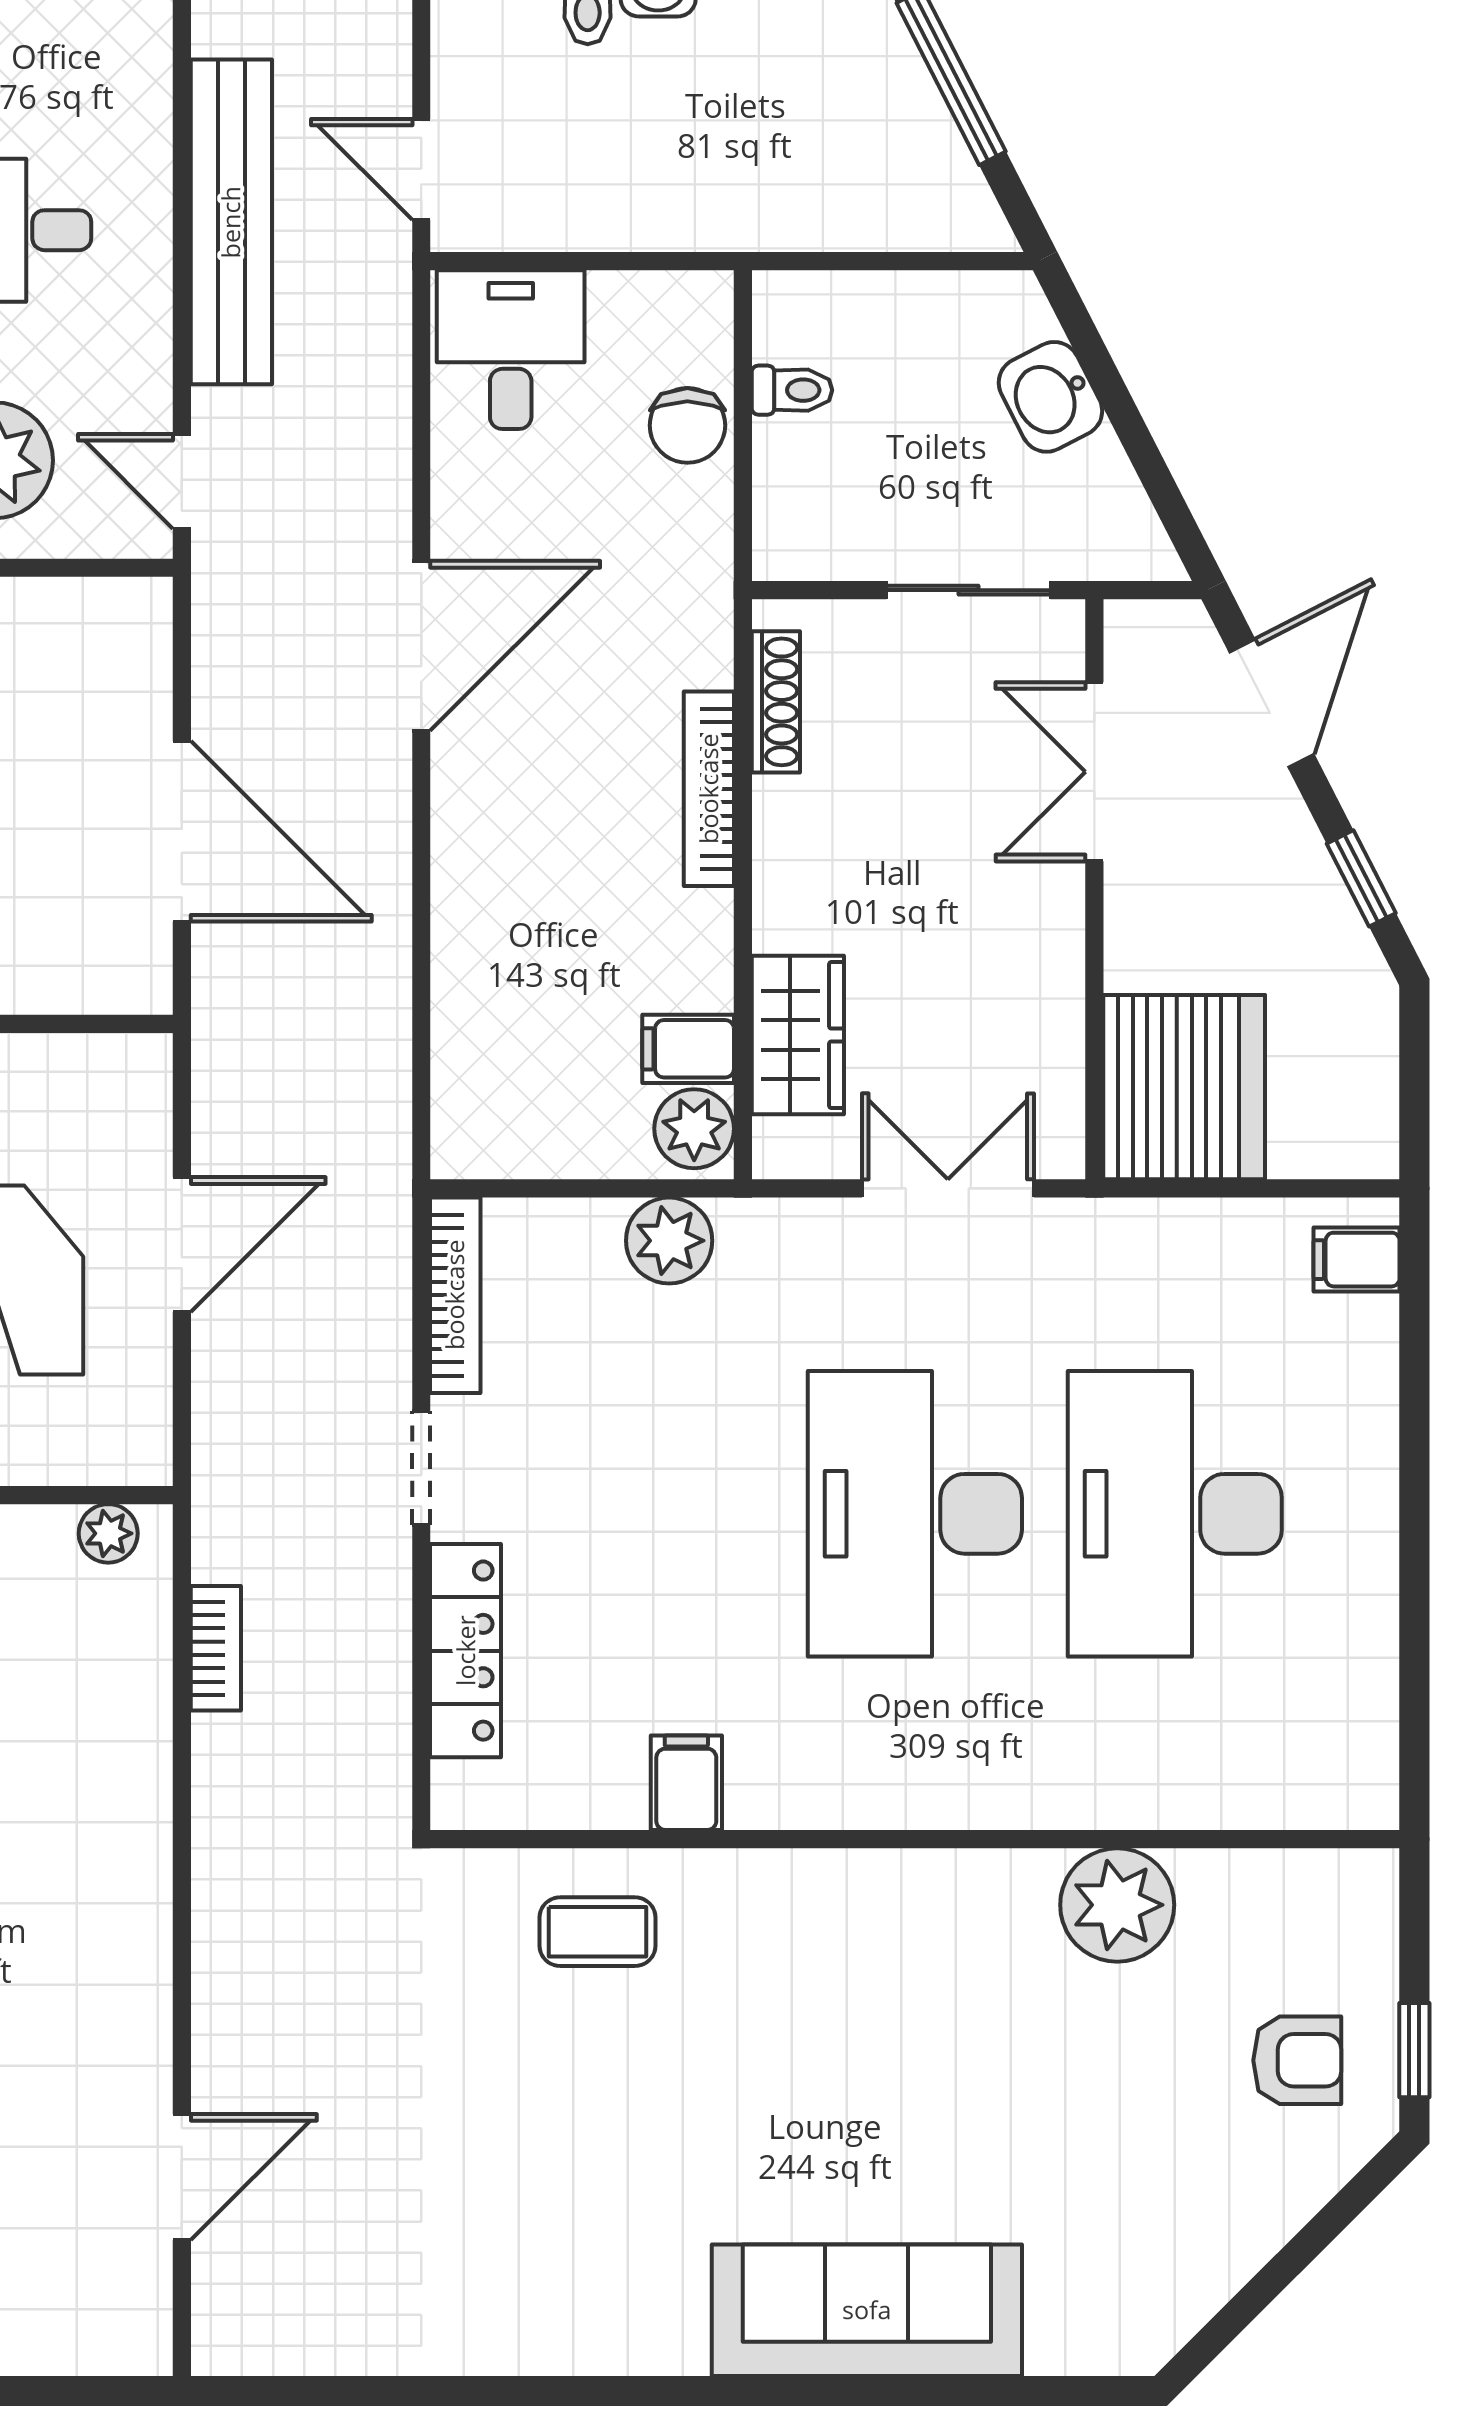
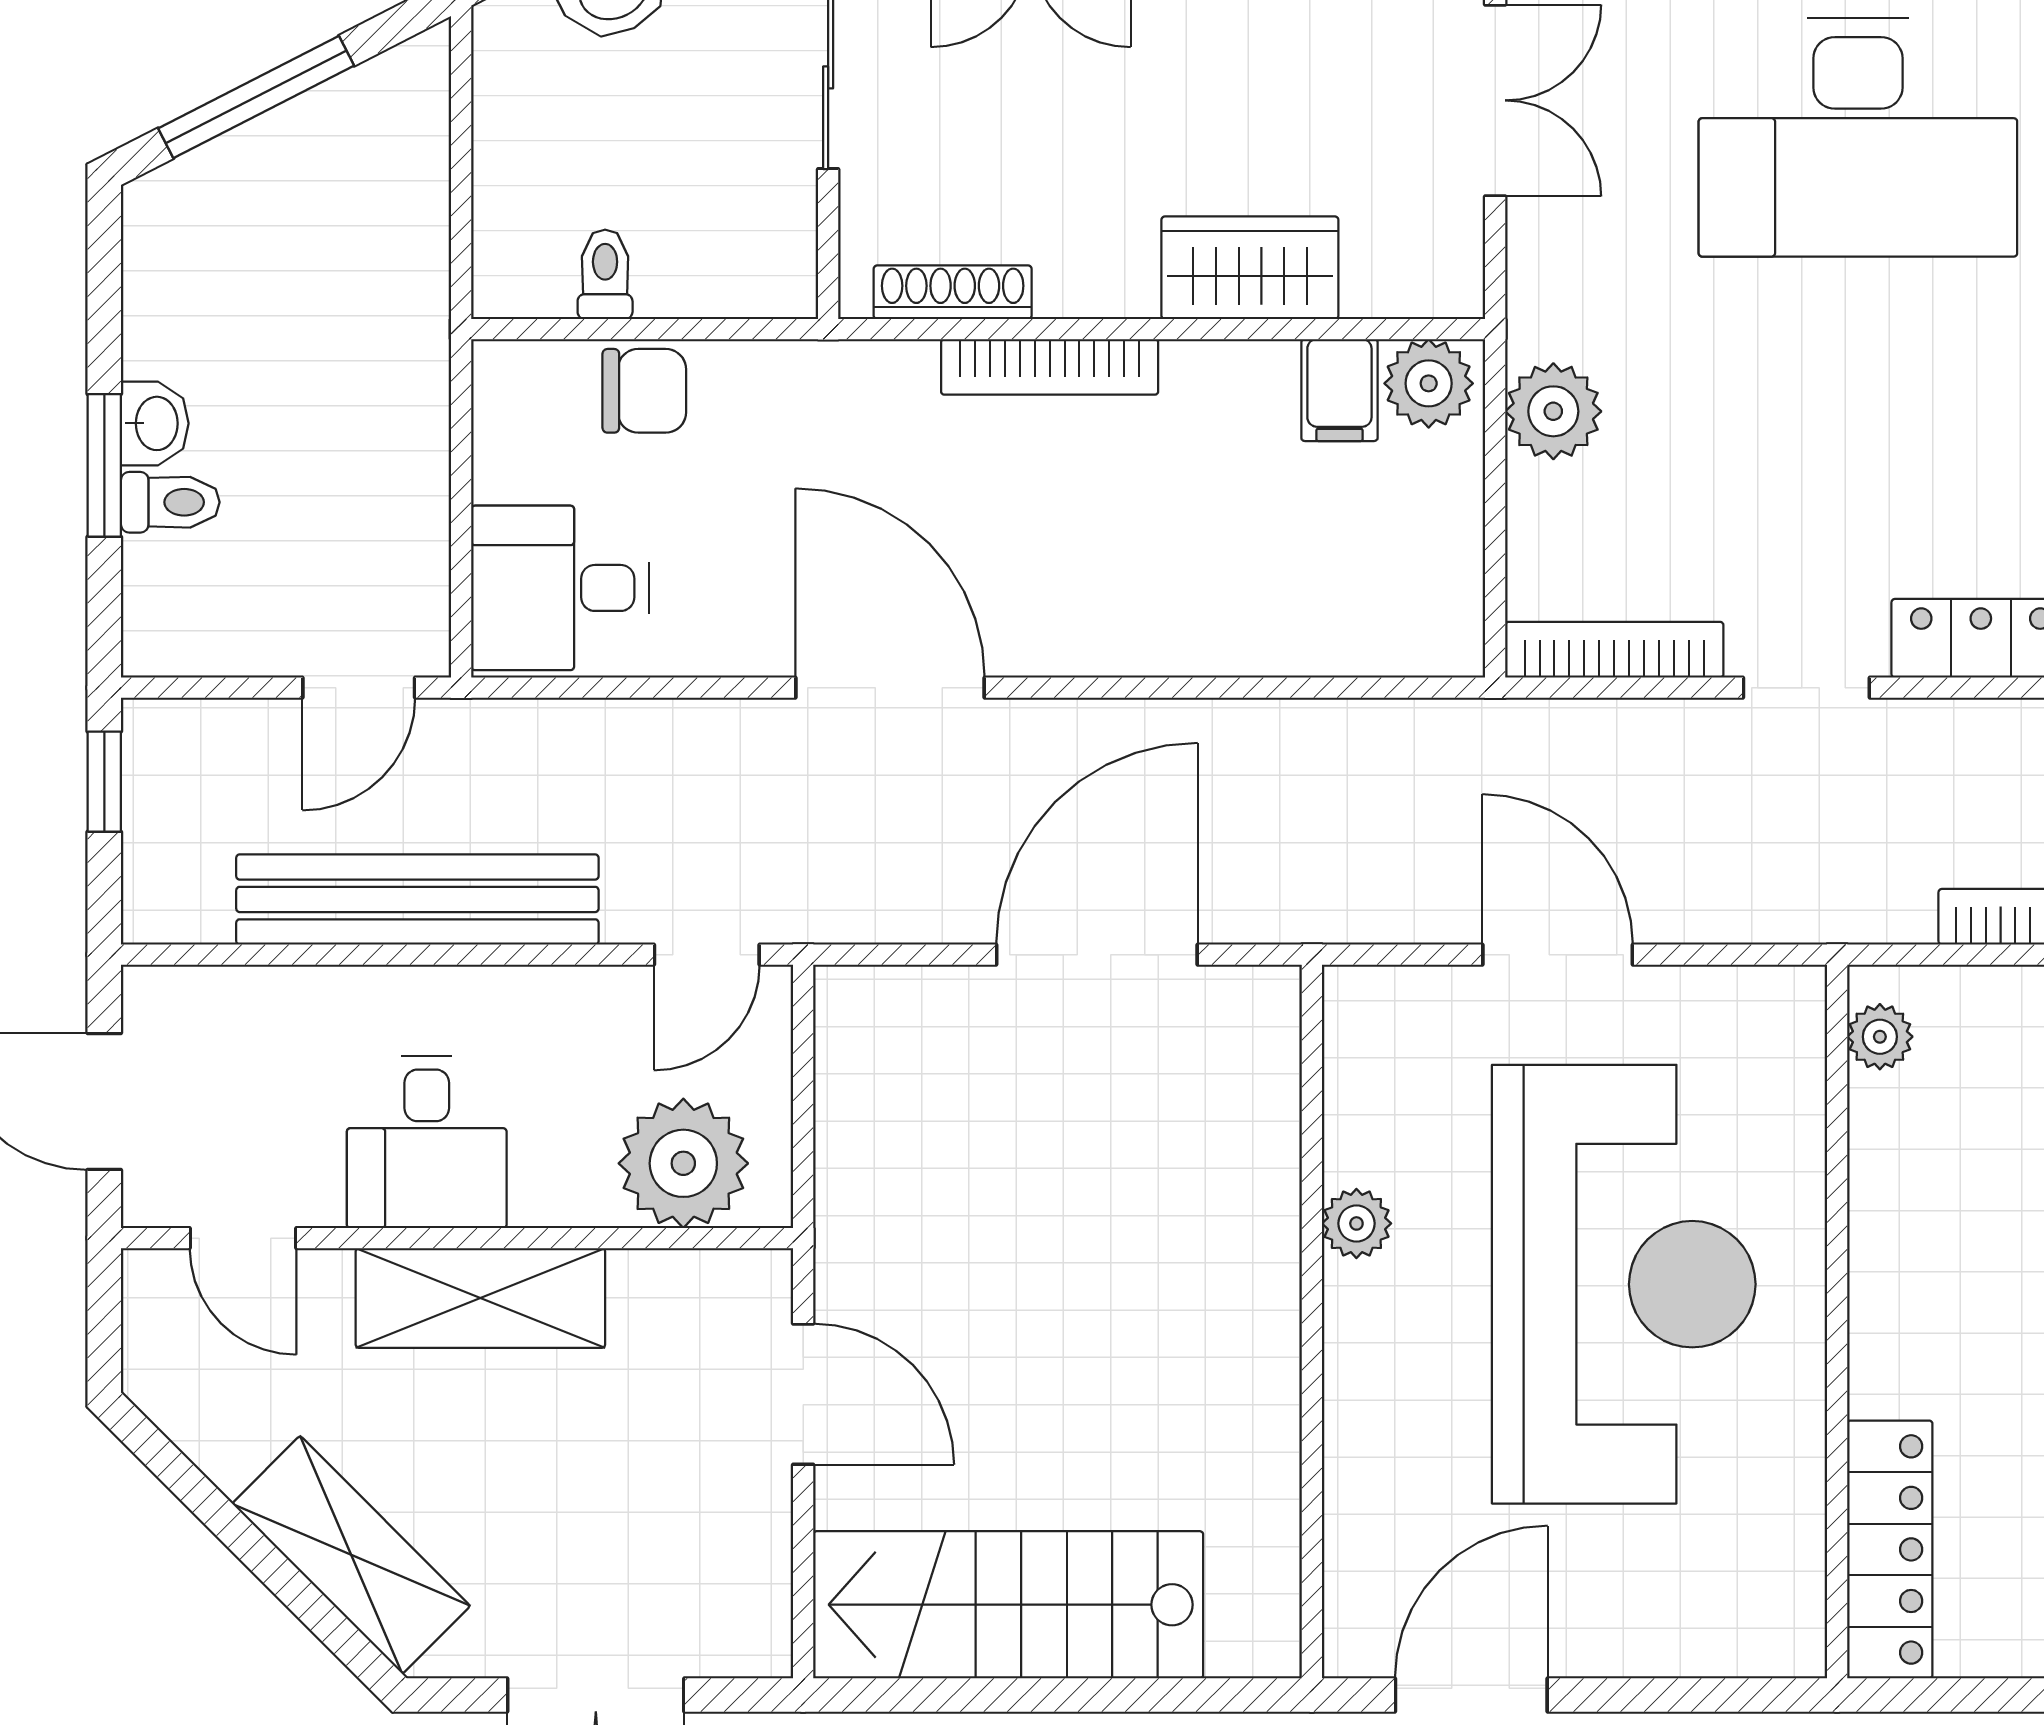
wardrobe: (798, 1035) -> (1250, 268), moved
double door: (948, 1188) -> (1495, 100), swing flipped

